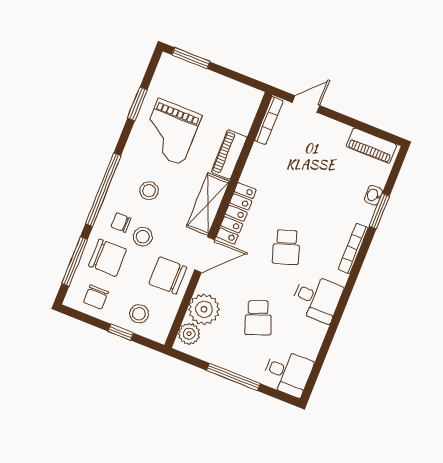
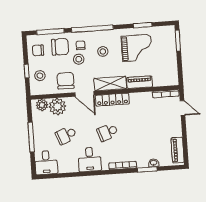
grand piano: (170, 132) -> (137, 48), turned 180
chair: (108, 258) -> (60, 47), turned -90

